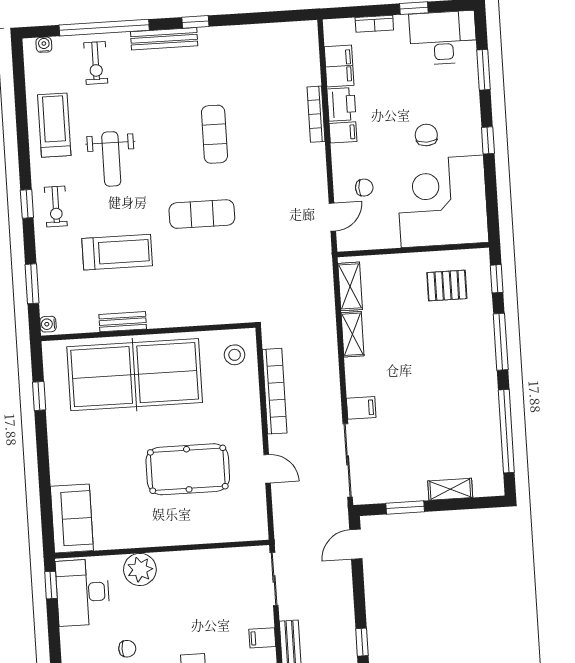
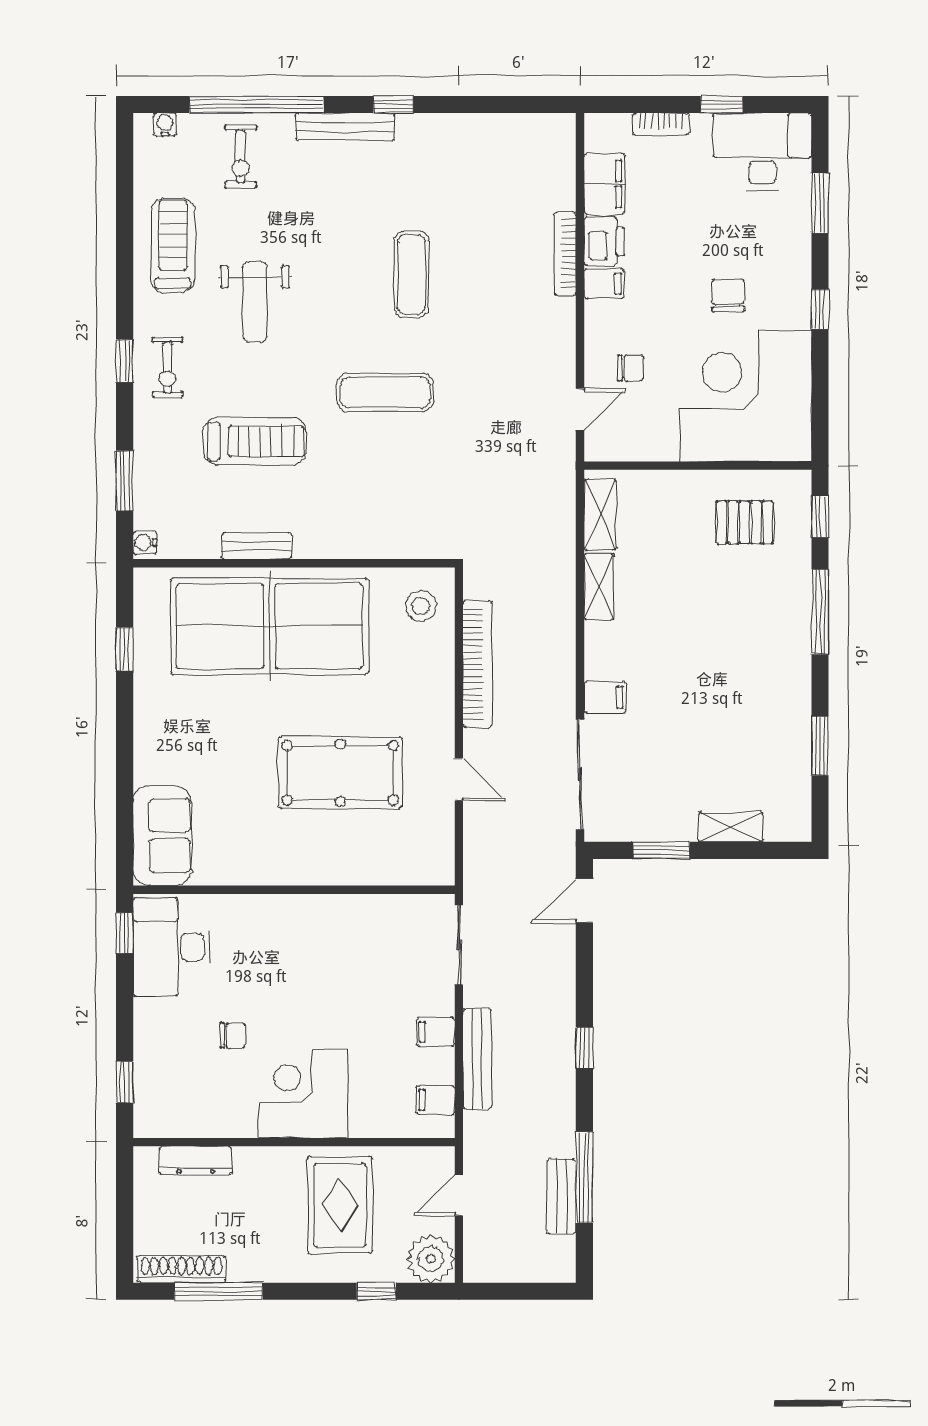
window: (506, 431) -> (820, 746), width x0.47
plant: (140, 569) -> (259, 918), removed

